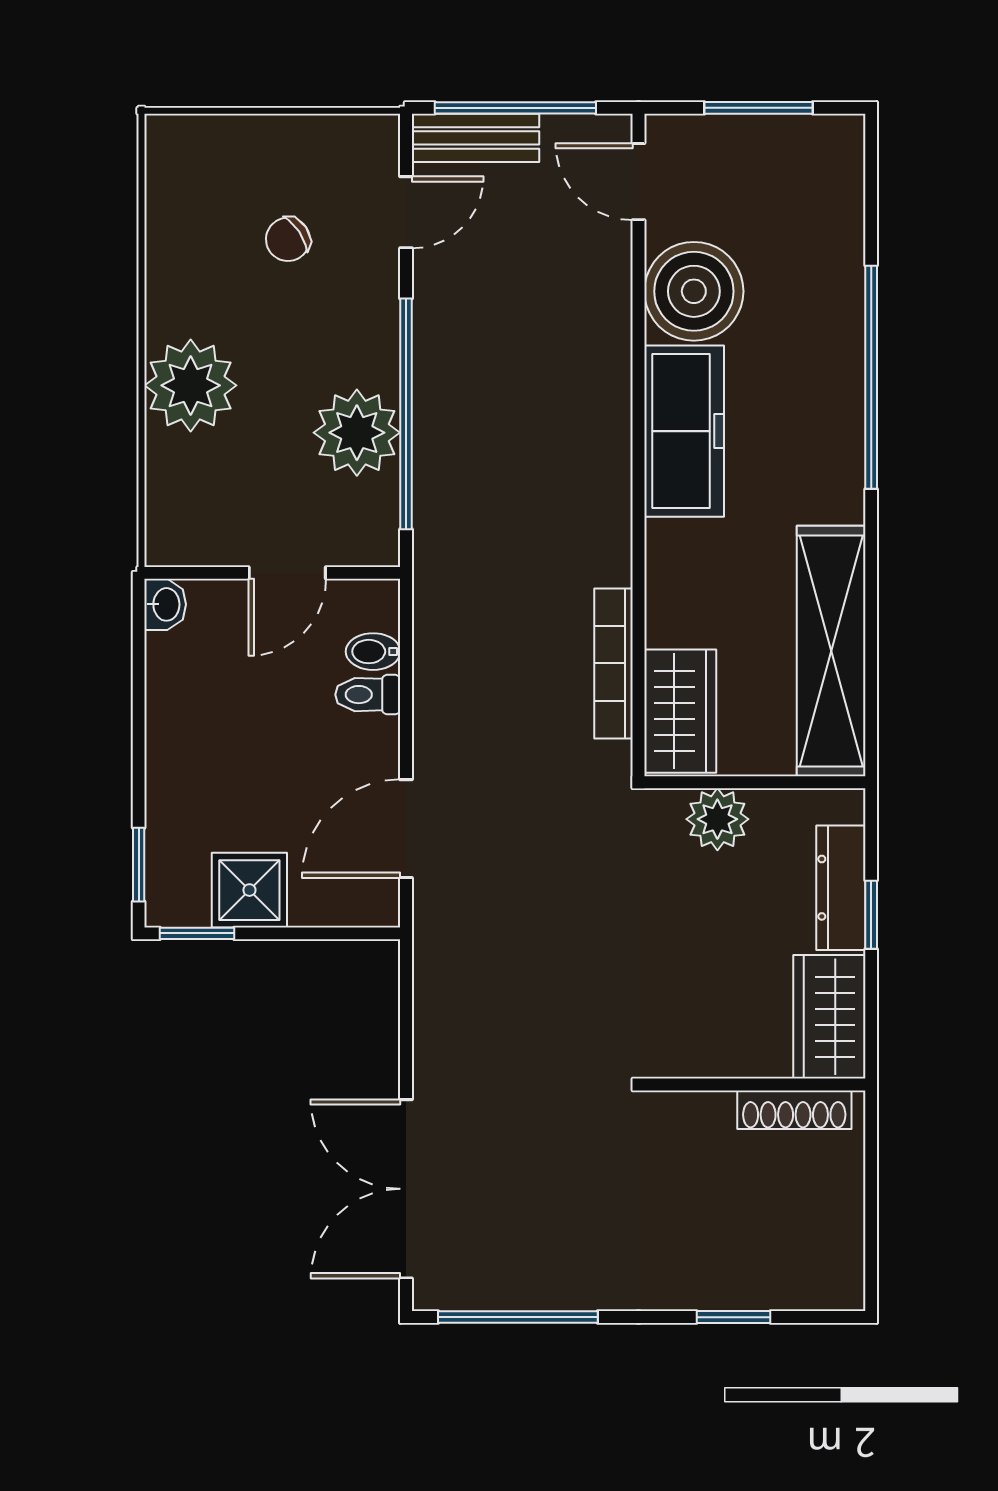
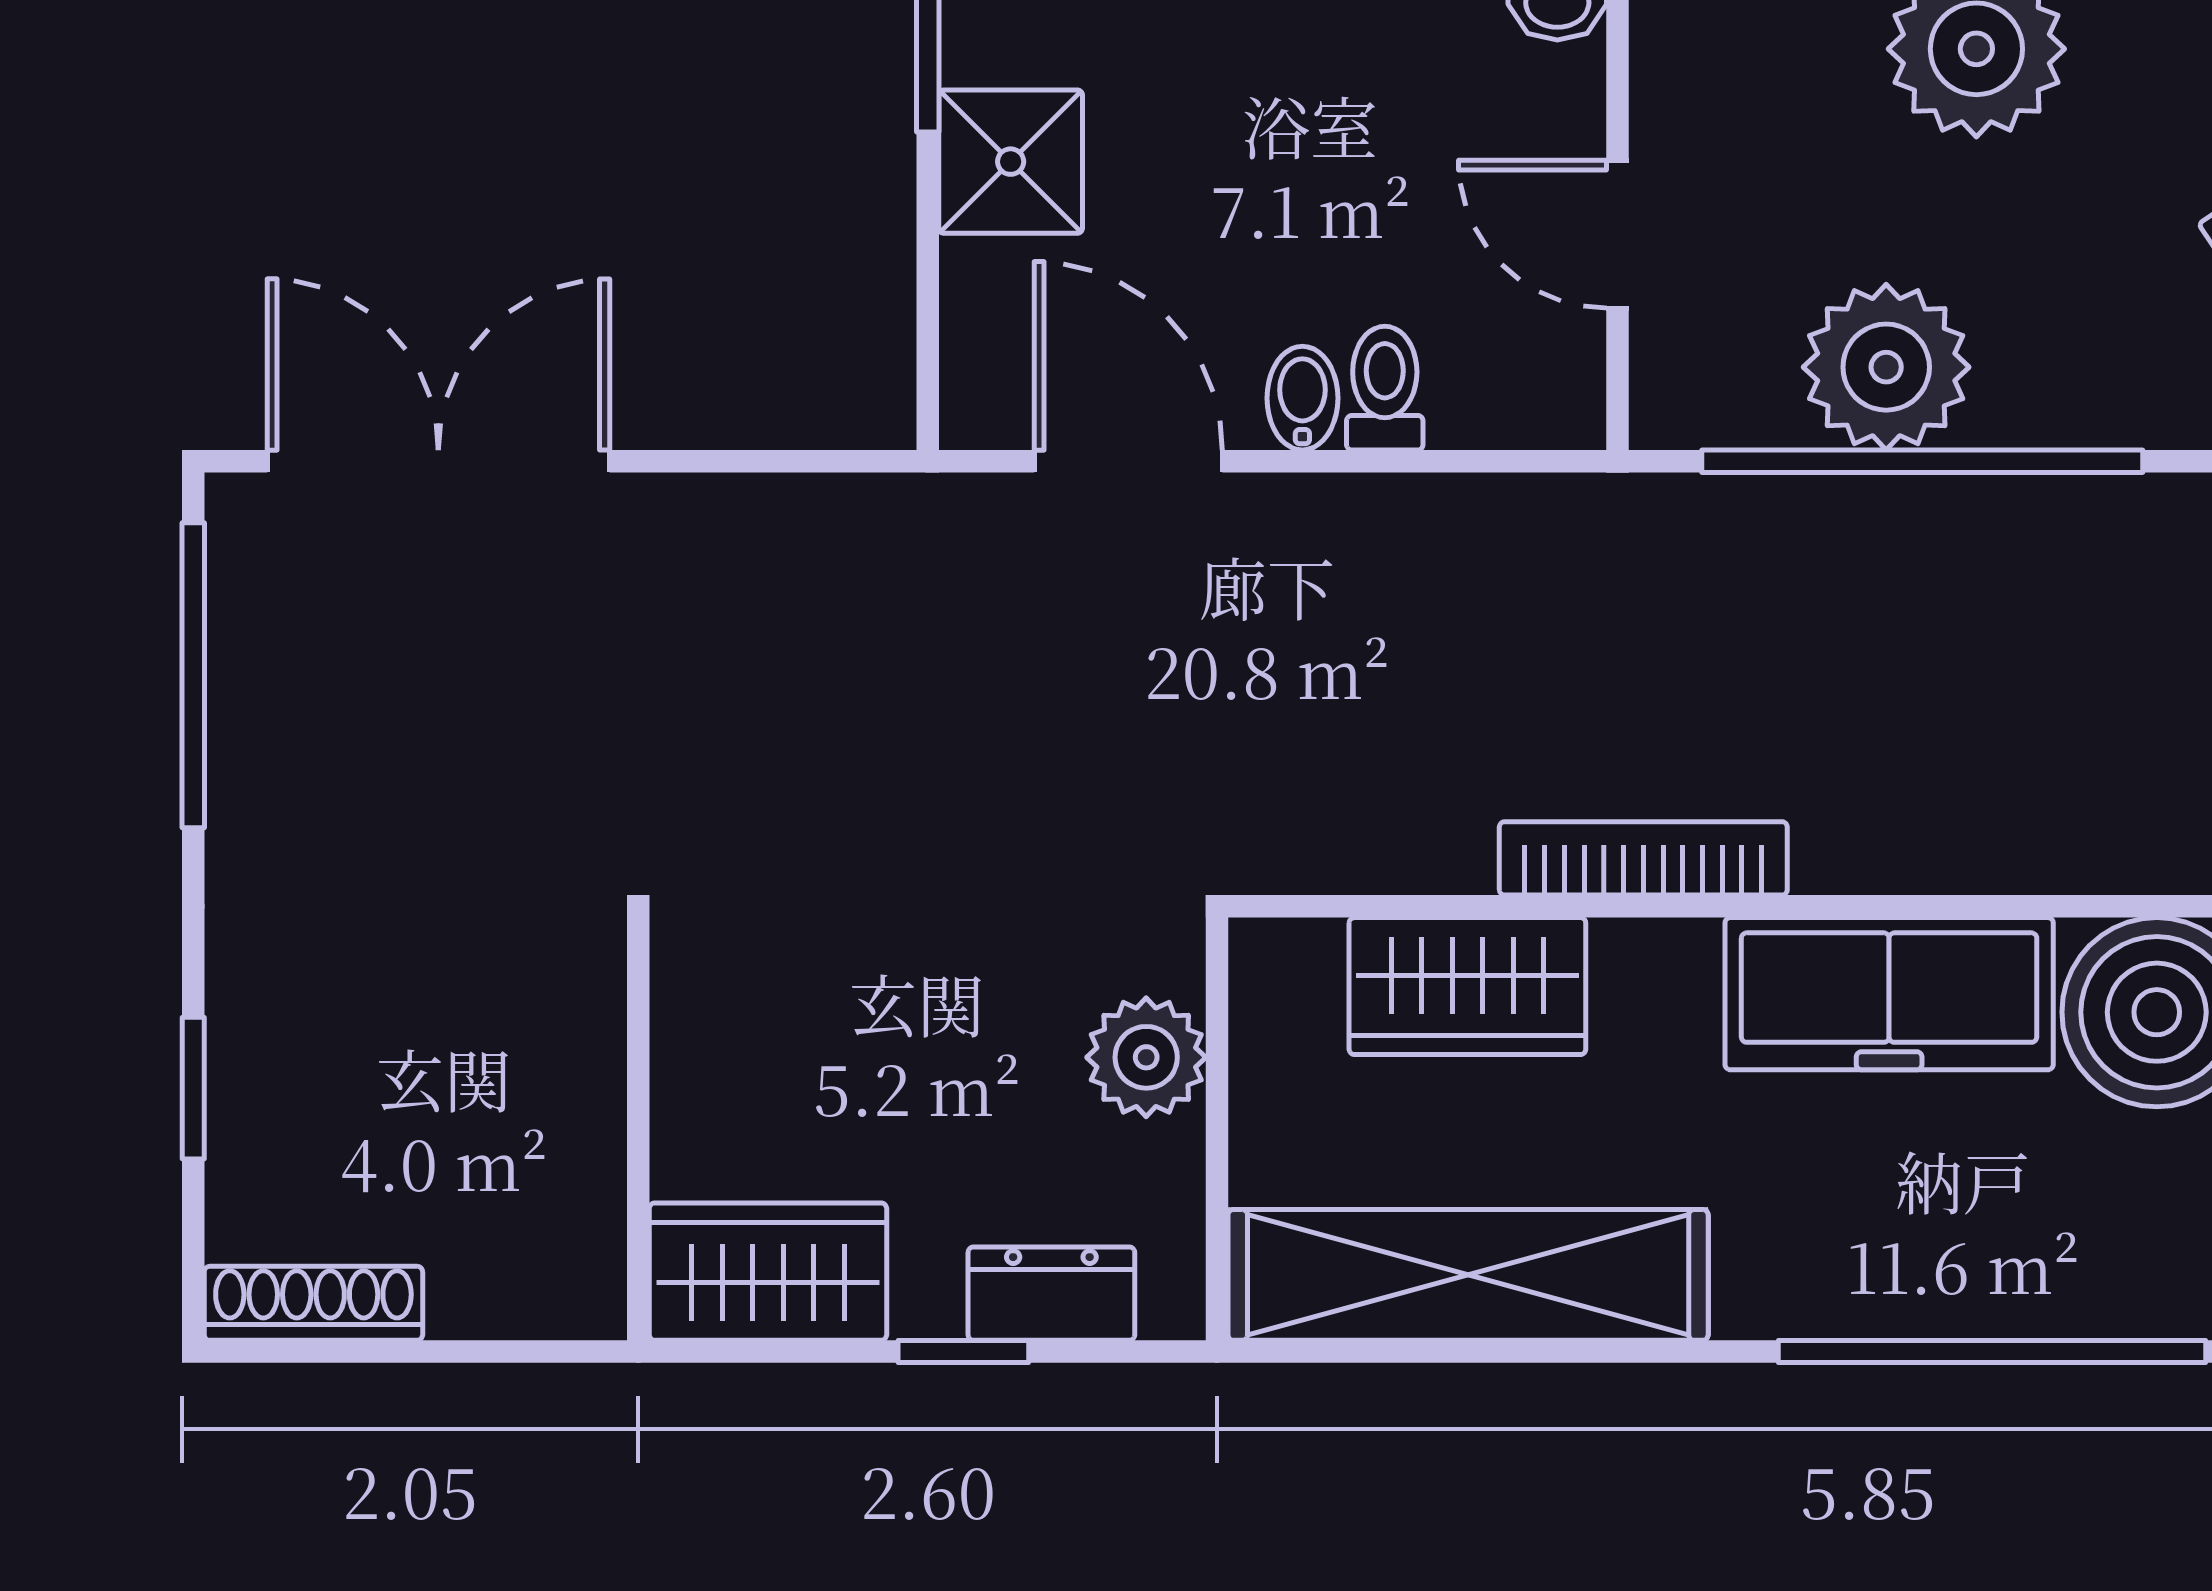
bidet: (373, 652) -> (1302, 398), moved
bookcase: (614, 663) -> (1643, 858), moved
wardrobe: (680, 711) -> (1467, 986), moved
dresser: (841, 888) -> (1051, 1294), width x0.70
shoe rack: (794, 1110) -> (313, 1303), moved, turned 90

